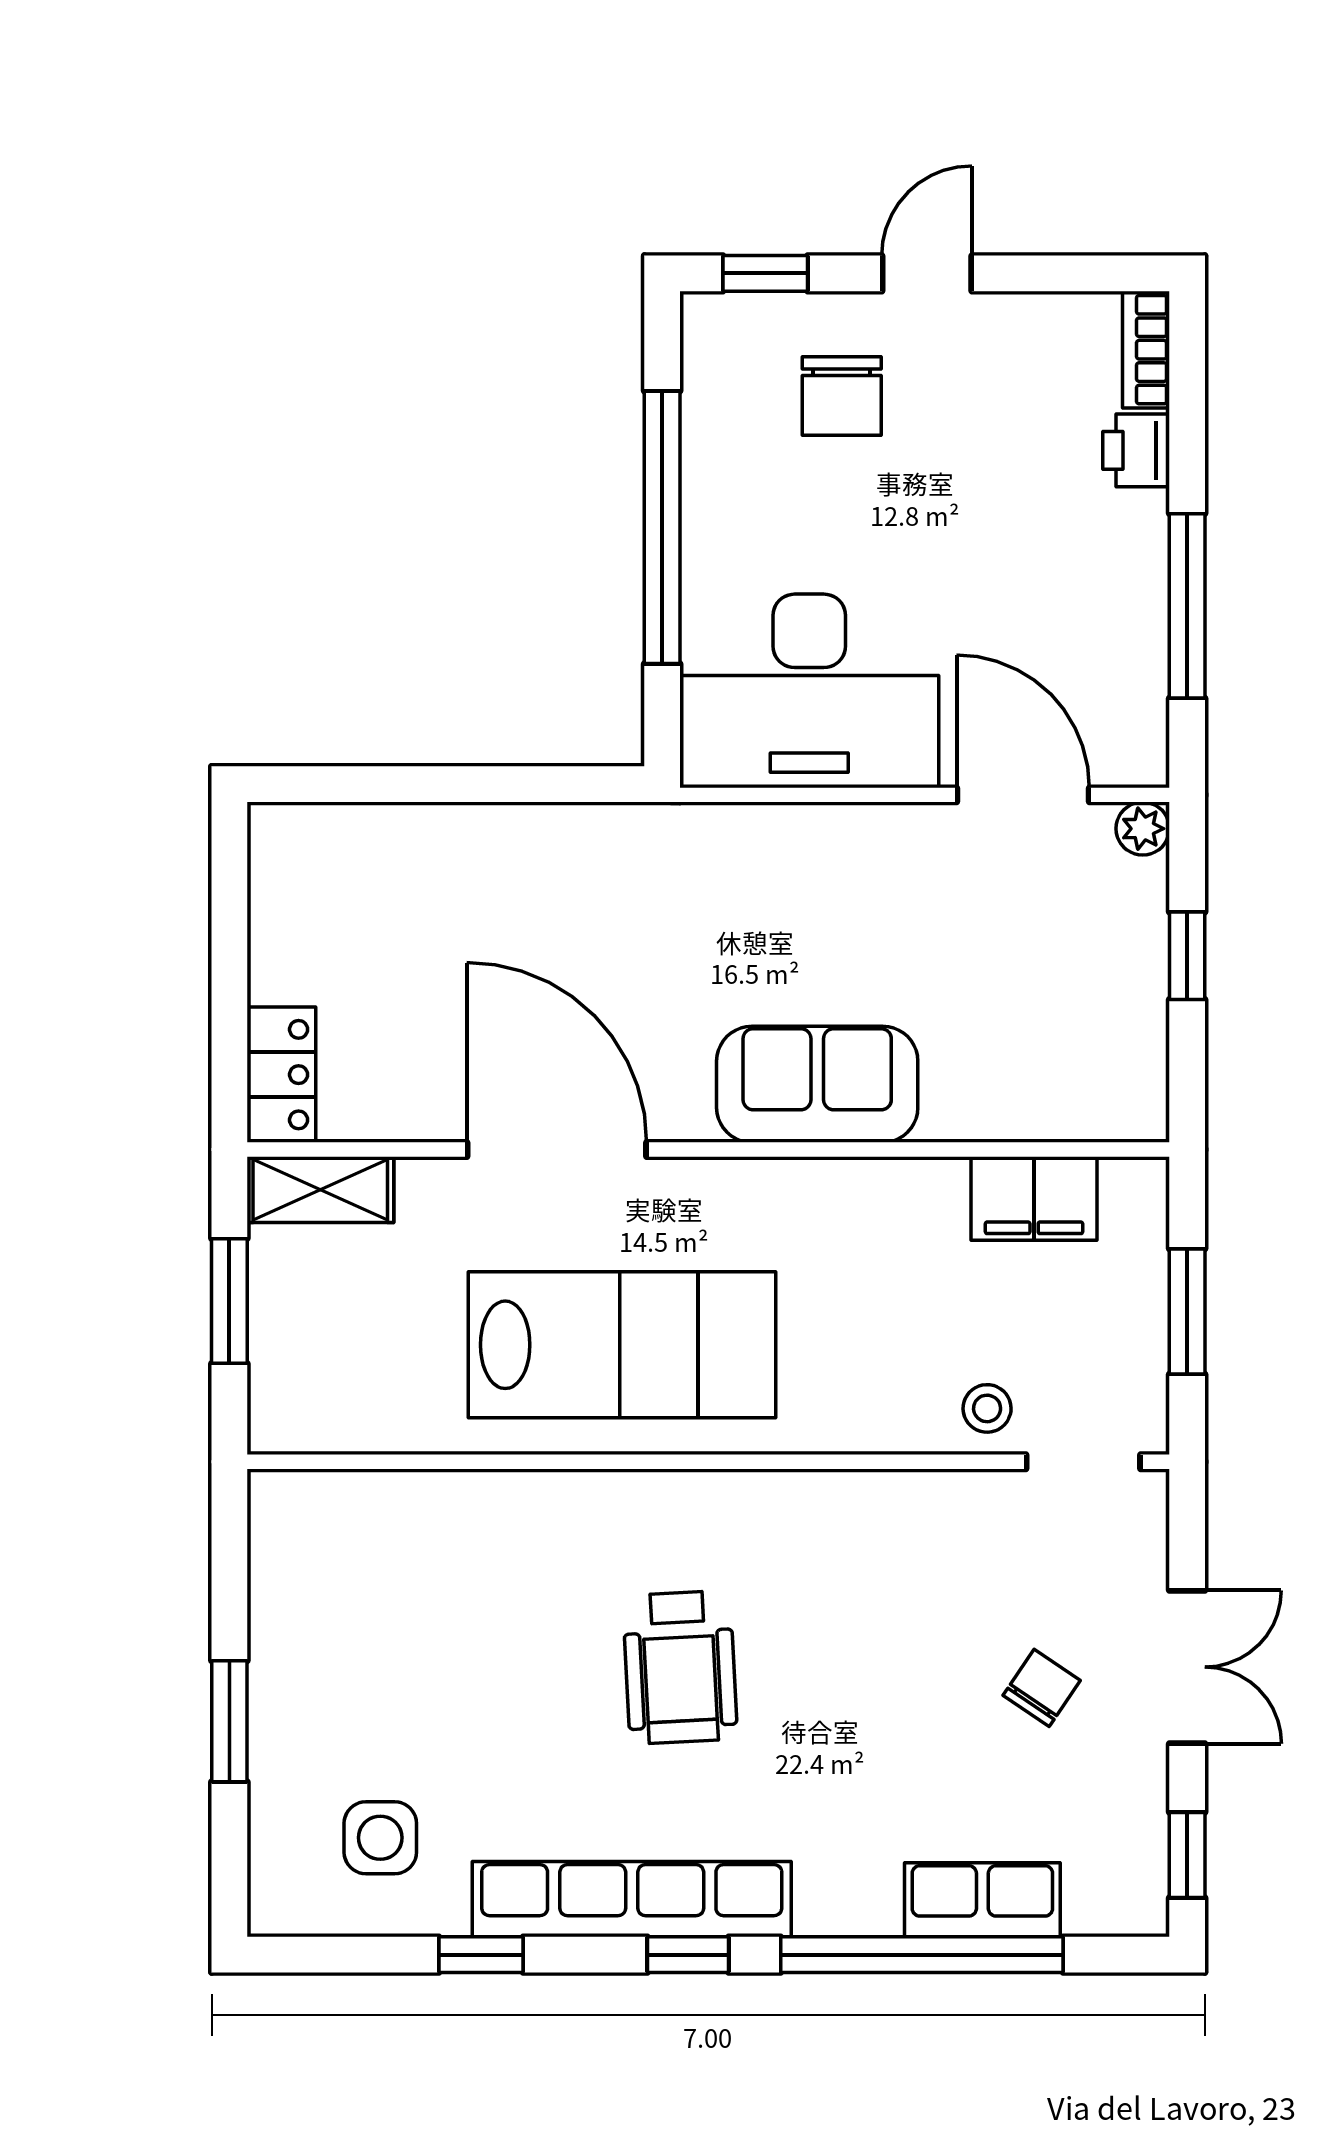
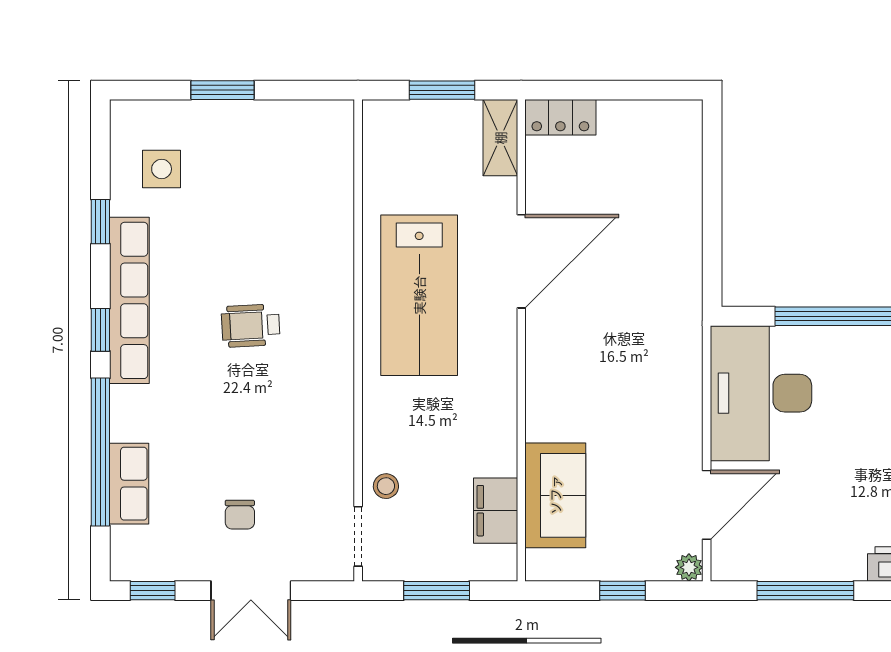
sofa: (817, 1084) -> (555, 495), moved
wheelchair: (680, 1667) -> (251, 326), width x0.73, depth x0.73
chair: (1042, 1688) -> (240, 515), turned 56

